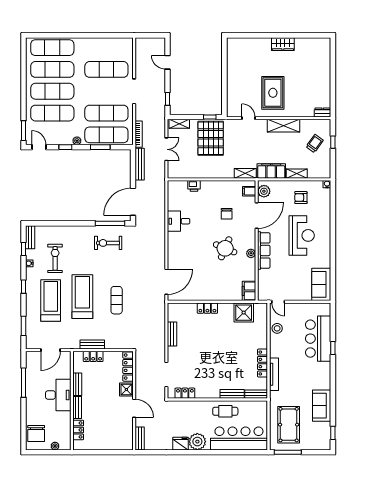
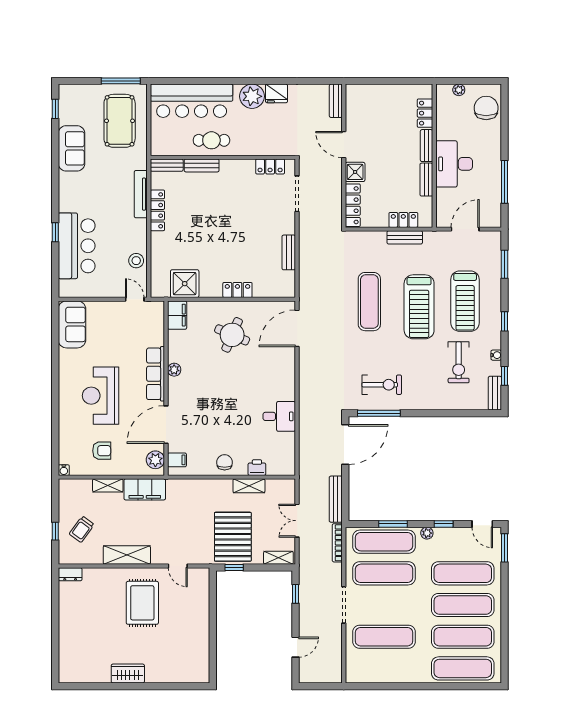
door: (167, 62) -> (295, 647), hinge flipped
shelving: (245, 173) -> (249, 486), moved
chair: (227, 214) -> (225, 462), moved
round table: (225, 248) -> (232, 335), moved
exercise mat: (117, 300) -> (369, 302), width x1.36, depth x1.45

